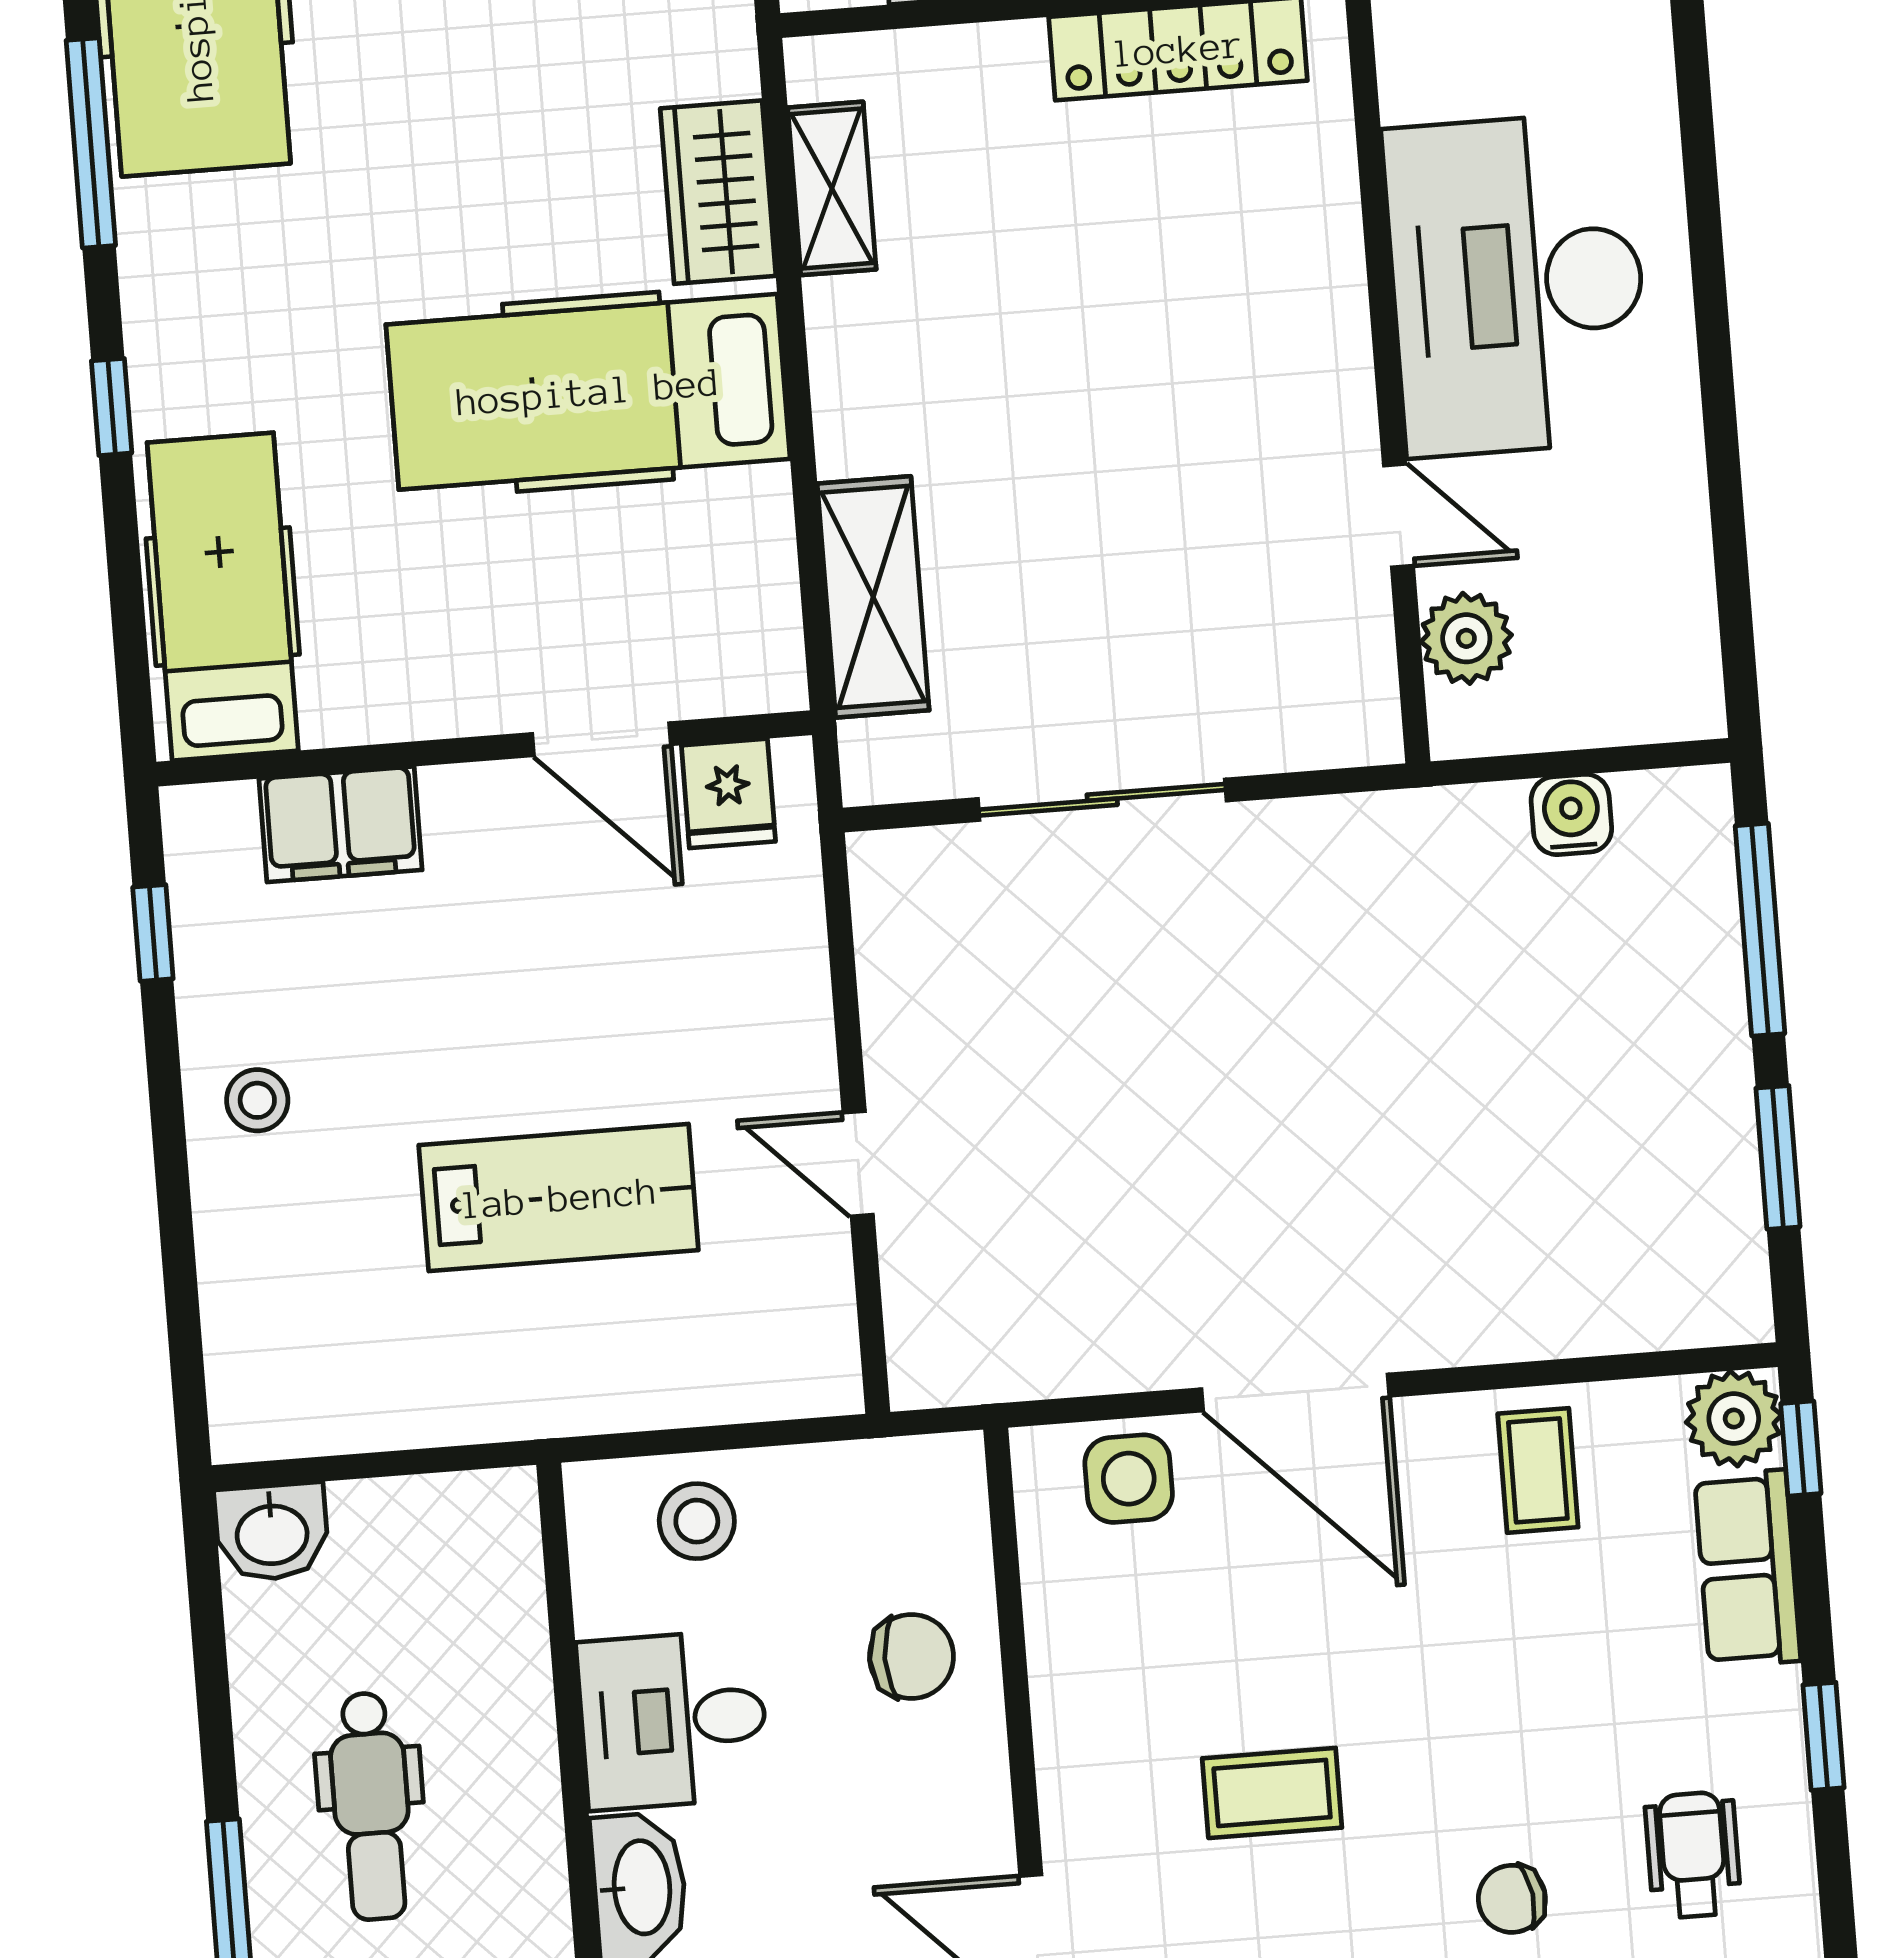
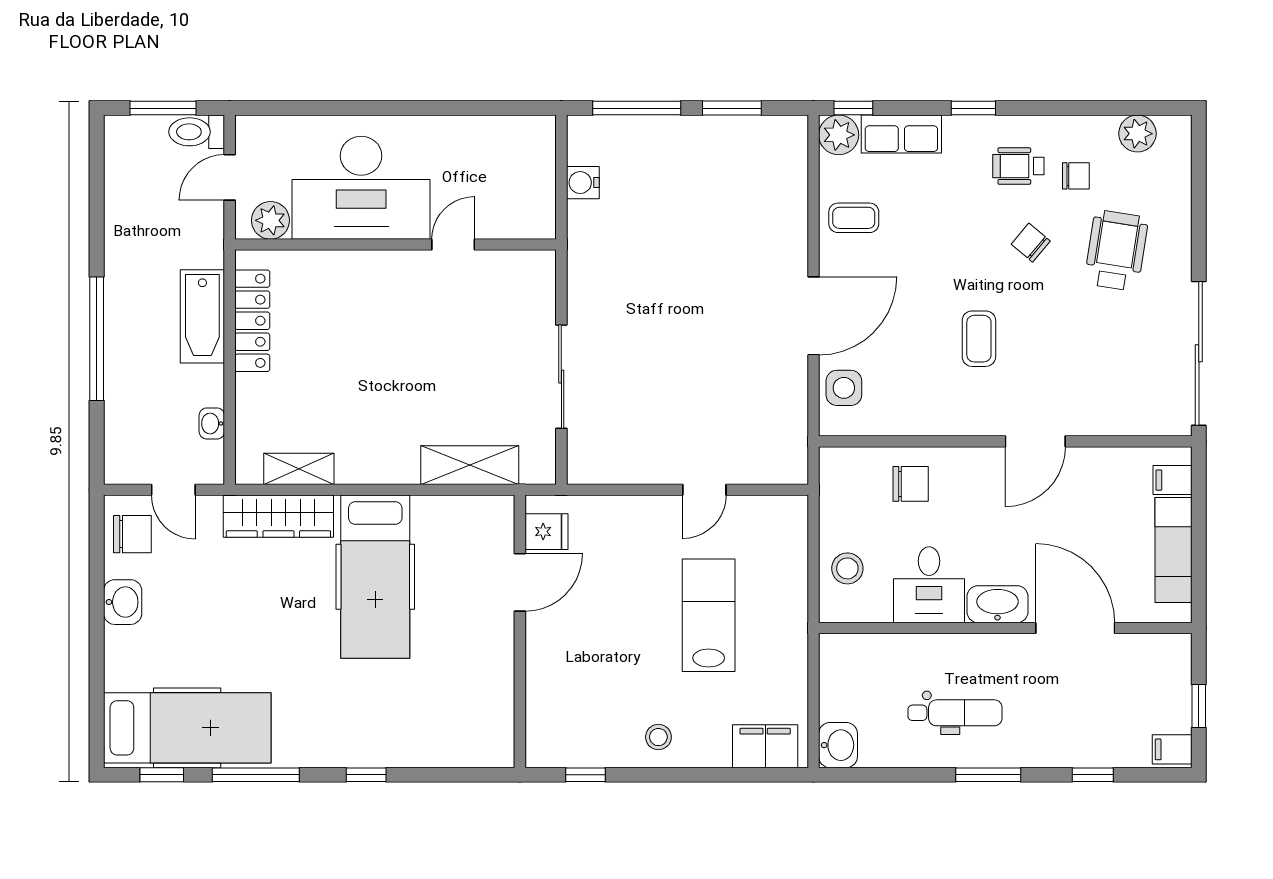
wardrobe: (718, 192) -> (278, 516), width x1.50
hospital bed: (223, 597) -> (448, 735), removed
plant: (1466, 638) -> (270, 220), moved
filing cabinet: (340, 824) -> (765, 746), moved, turned -90
chair: (911, 1656) -> (911, 484), turned 90
chair: (1512, 1899) -> (1031, 243), turned 138

